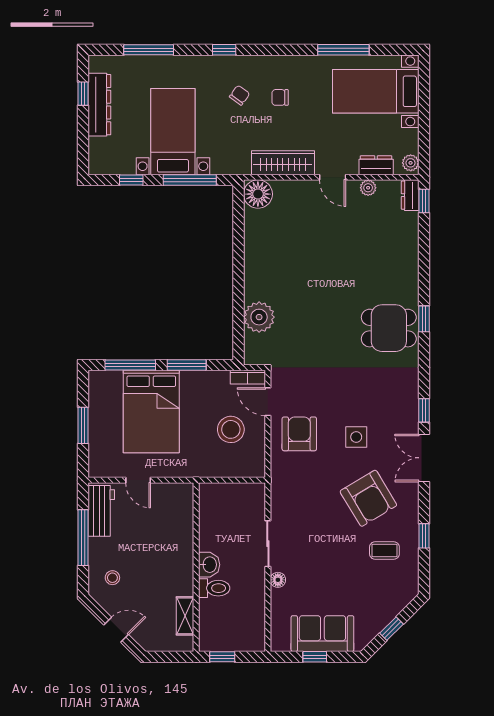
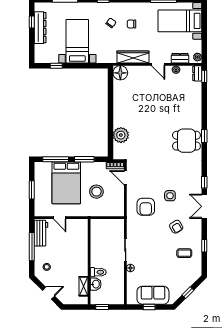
window: (190, 180) -> (86, 66), removed
stool: (231, 429) -> (96, 192), moved
armchair: (299, 434) -> (146, 207), moved, turned 180
armchair: (368, 498) -> (176, 227), width x0.53, depth x0.53
washbasin: (209, 565) -> (96, 284), moved

